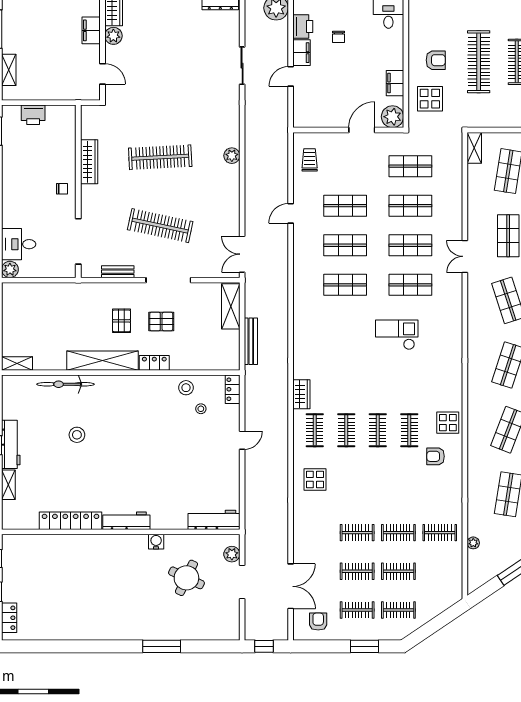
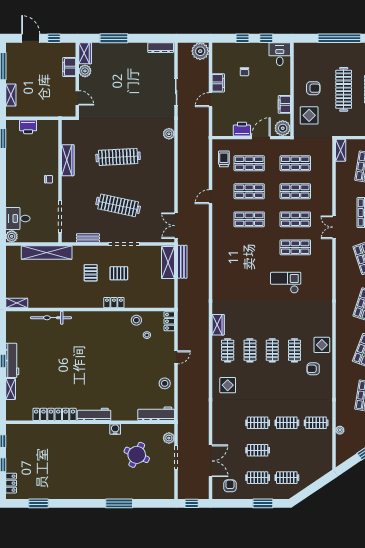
printer: (303, 26) -> (242, 129), moved, turned -90
plant: (232, 156) -> (169, 134), moved
shop shelf: (345, 285) -> (249, 163), moved
bench: (251, 341) -> (182, 262), moved
shelving: (103, 361) -> (47, 252), moved
stool: (77, 435) -> (165, 383), moved
clothes rail: (398, 571) -> (287, 450), removed
window: (48, 646) -> (39, 503), added

